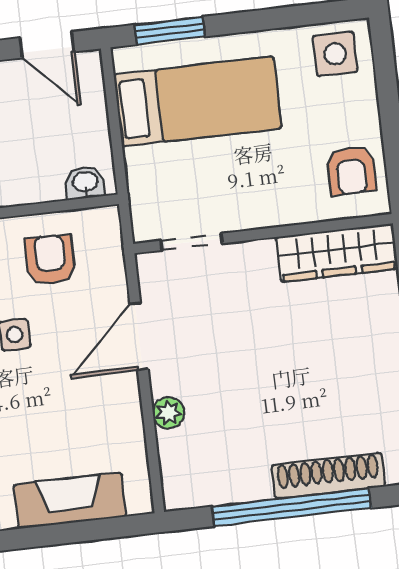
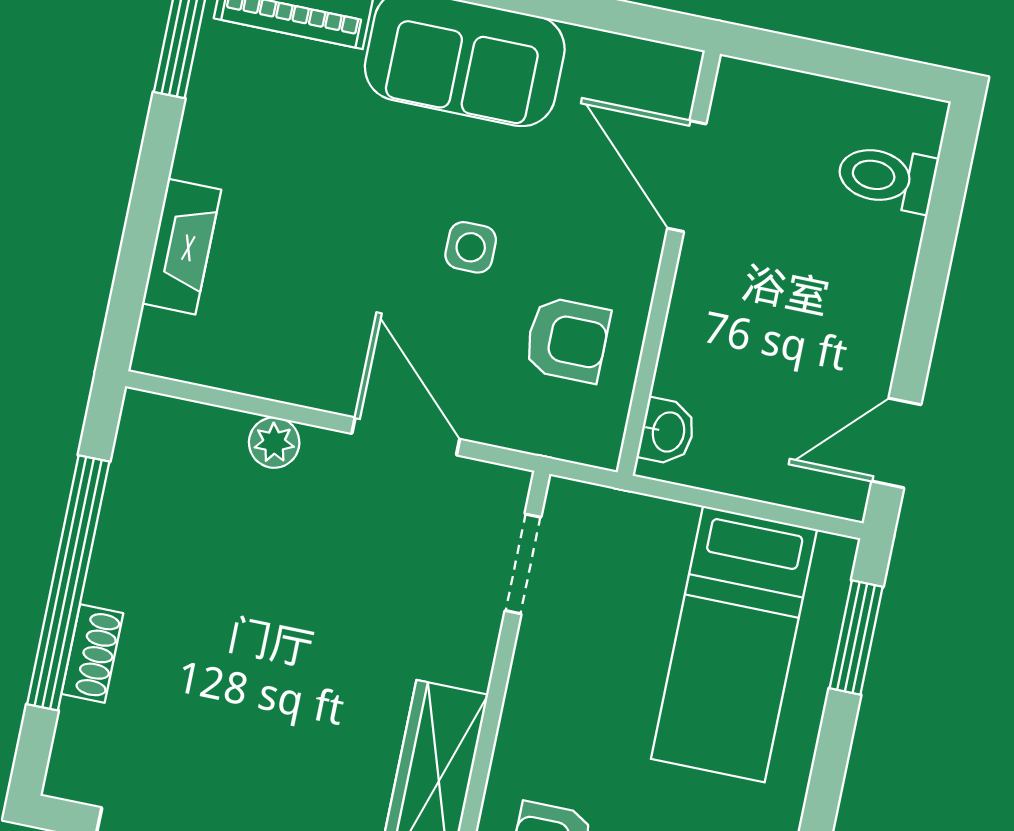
shoe rack: (328, 476) -> (92, 654), width x0.51, depth x0.81
fireplace: (70, 500) -> (182, 247), width x0.73, depth x0.76

